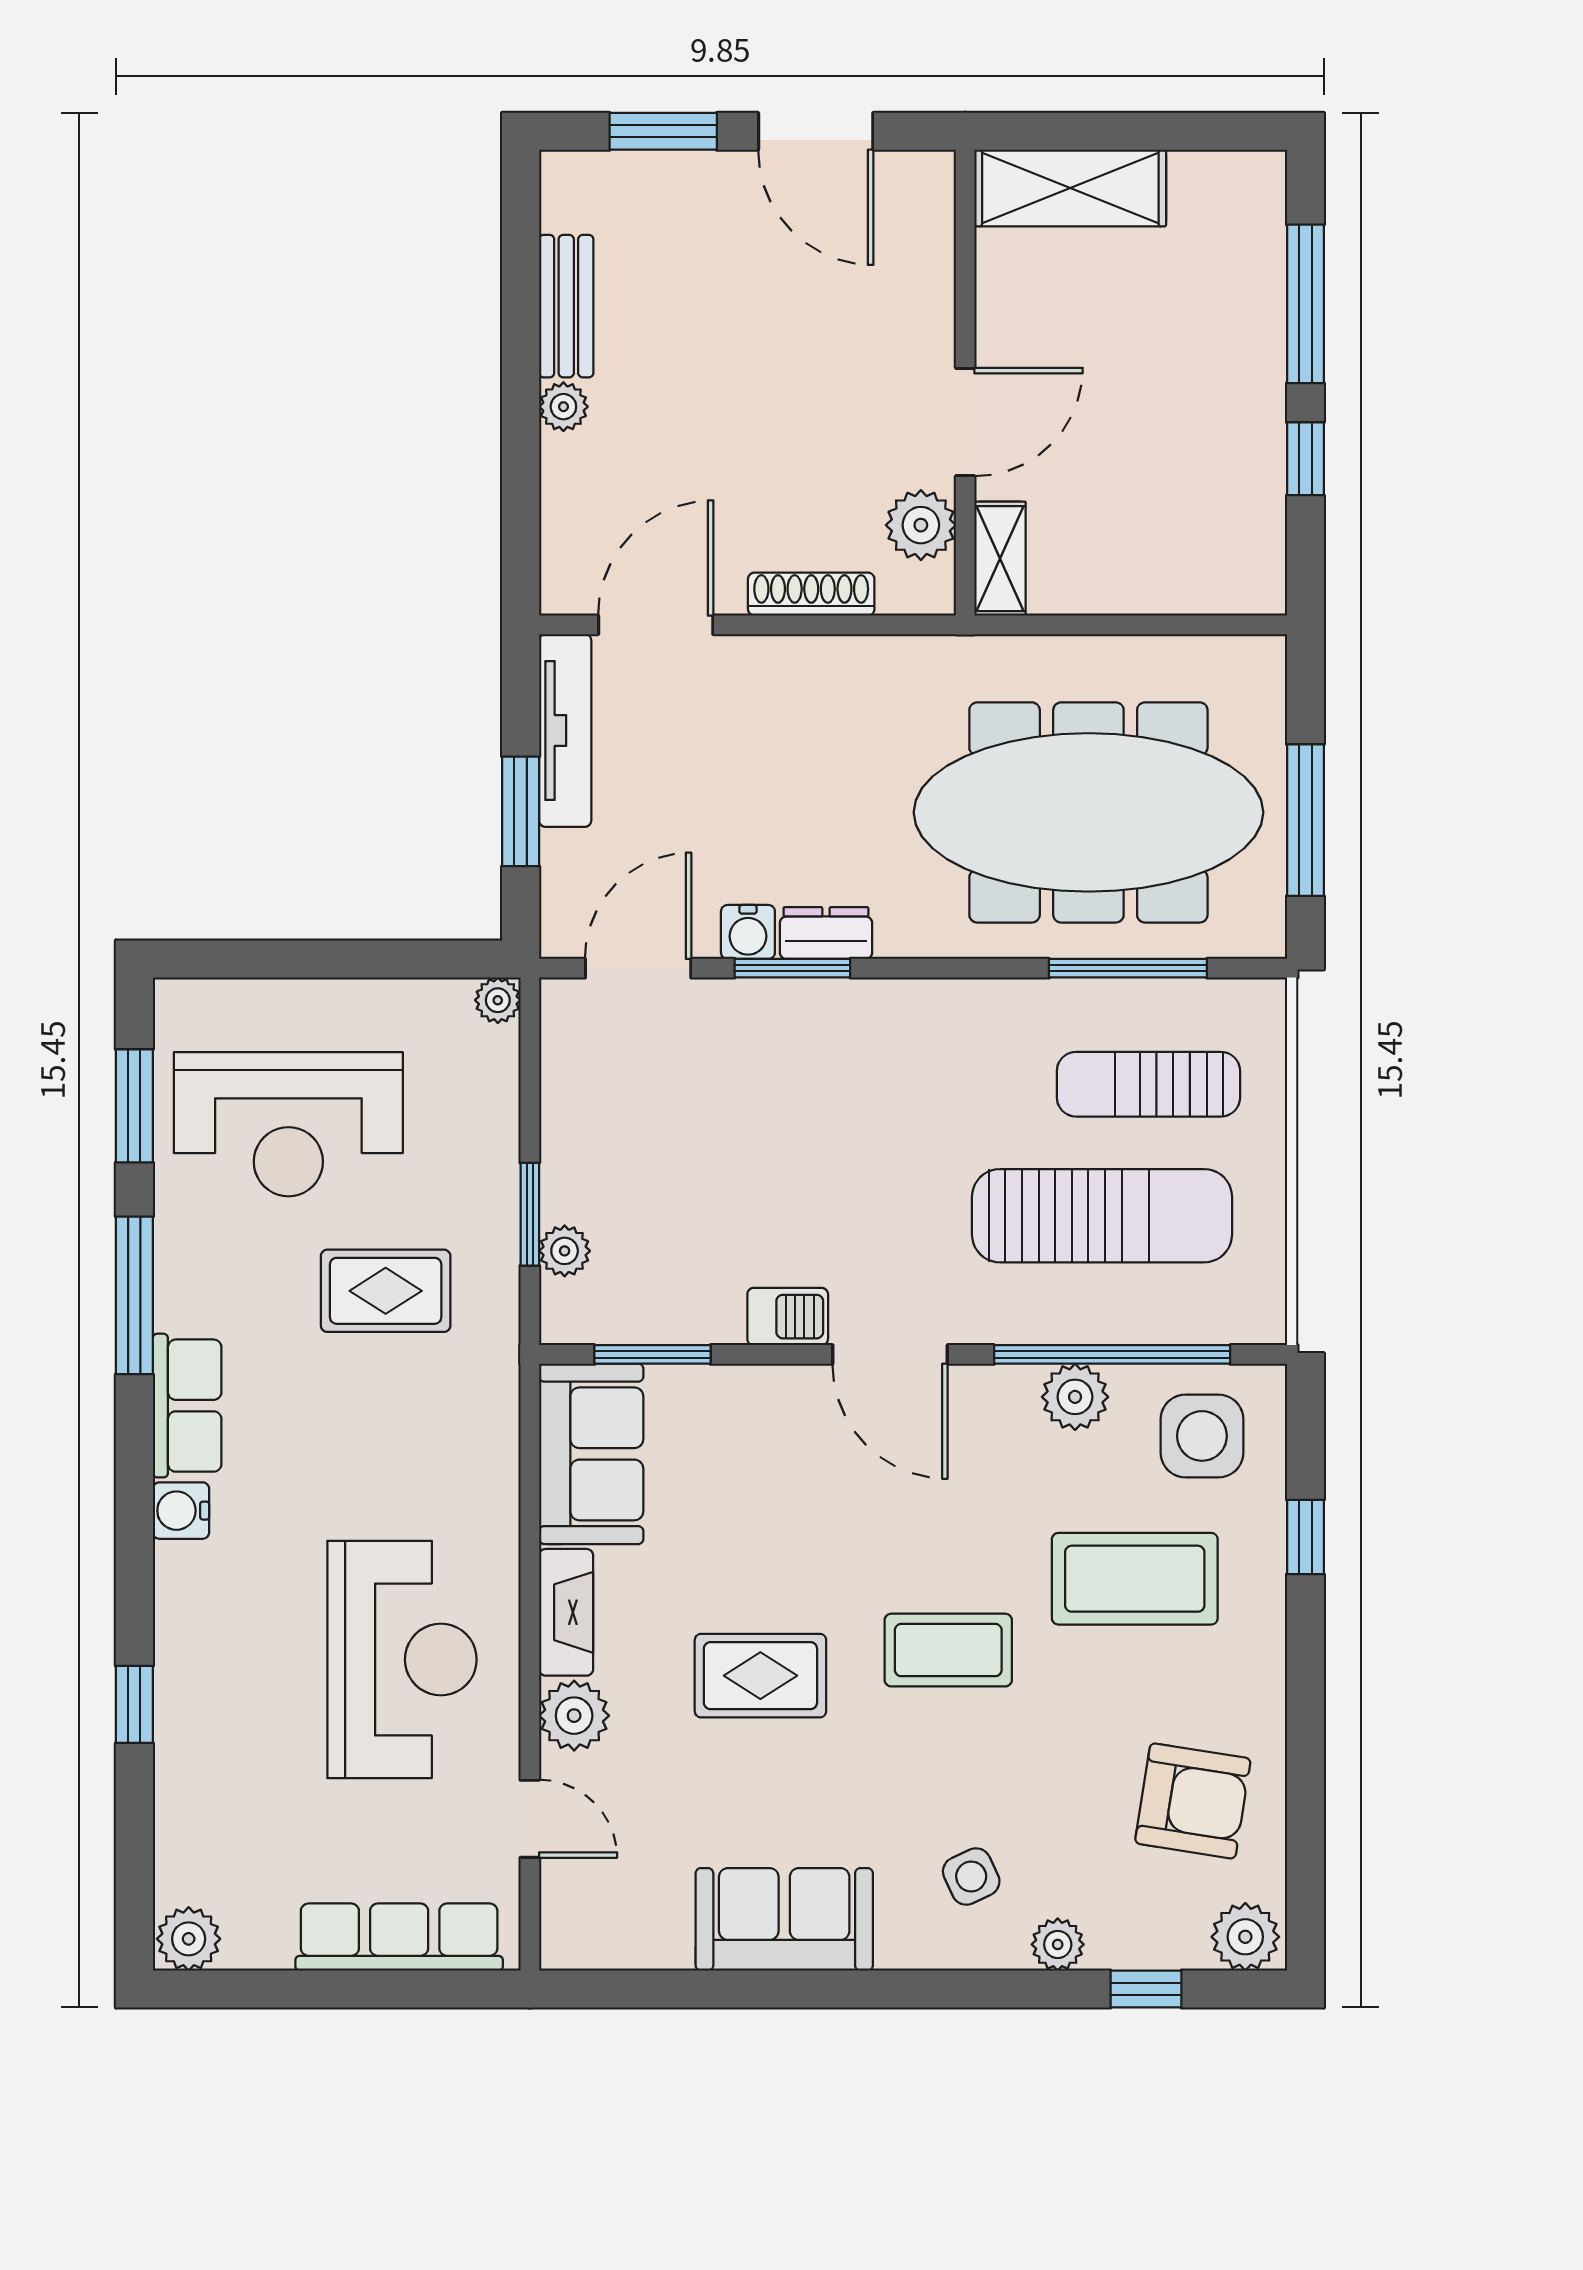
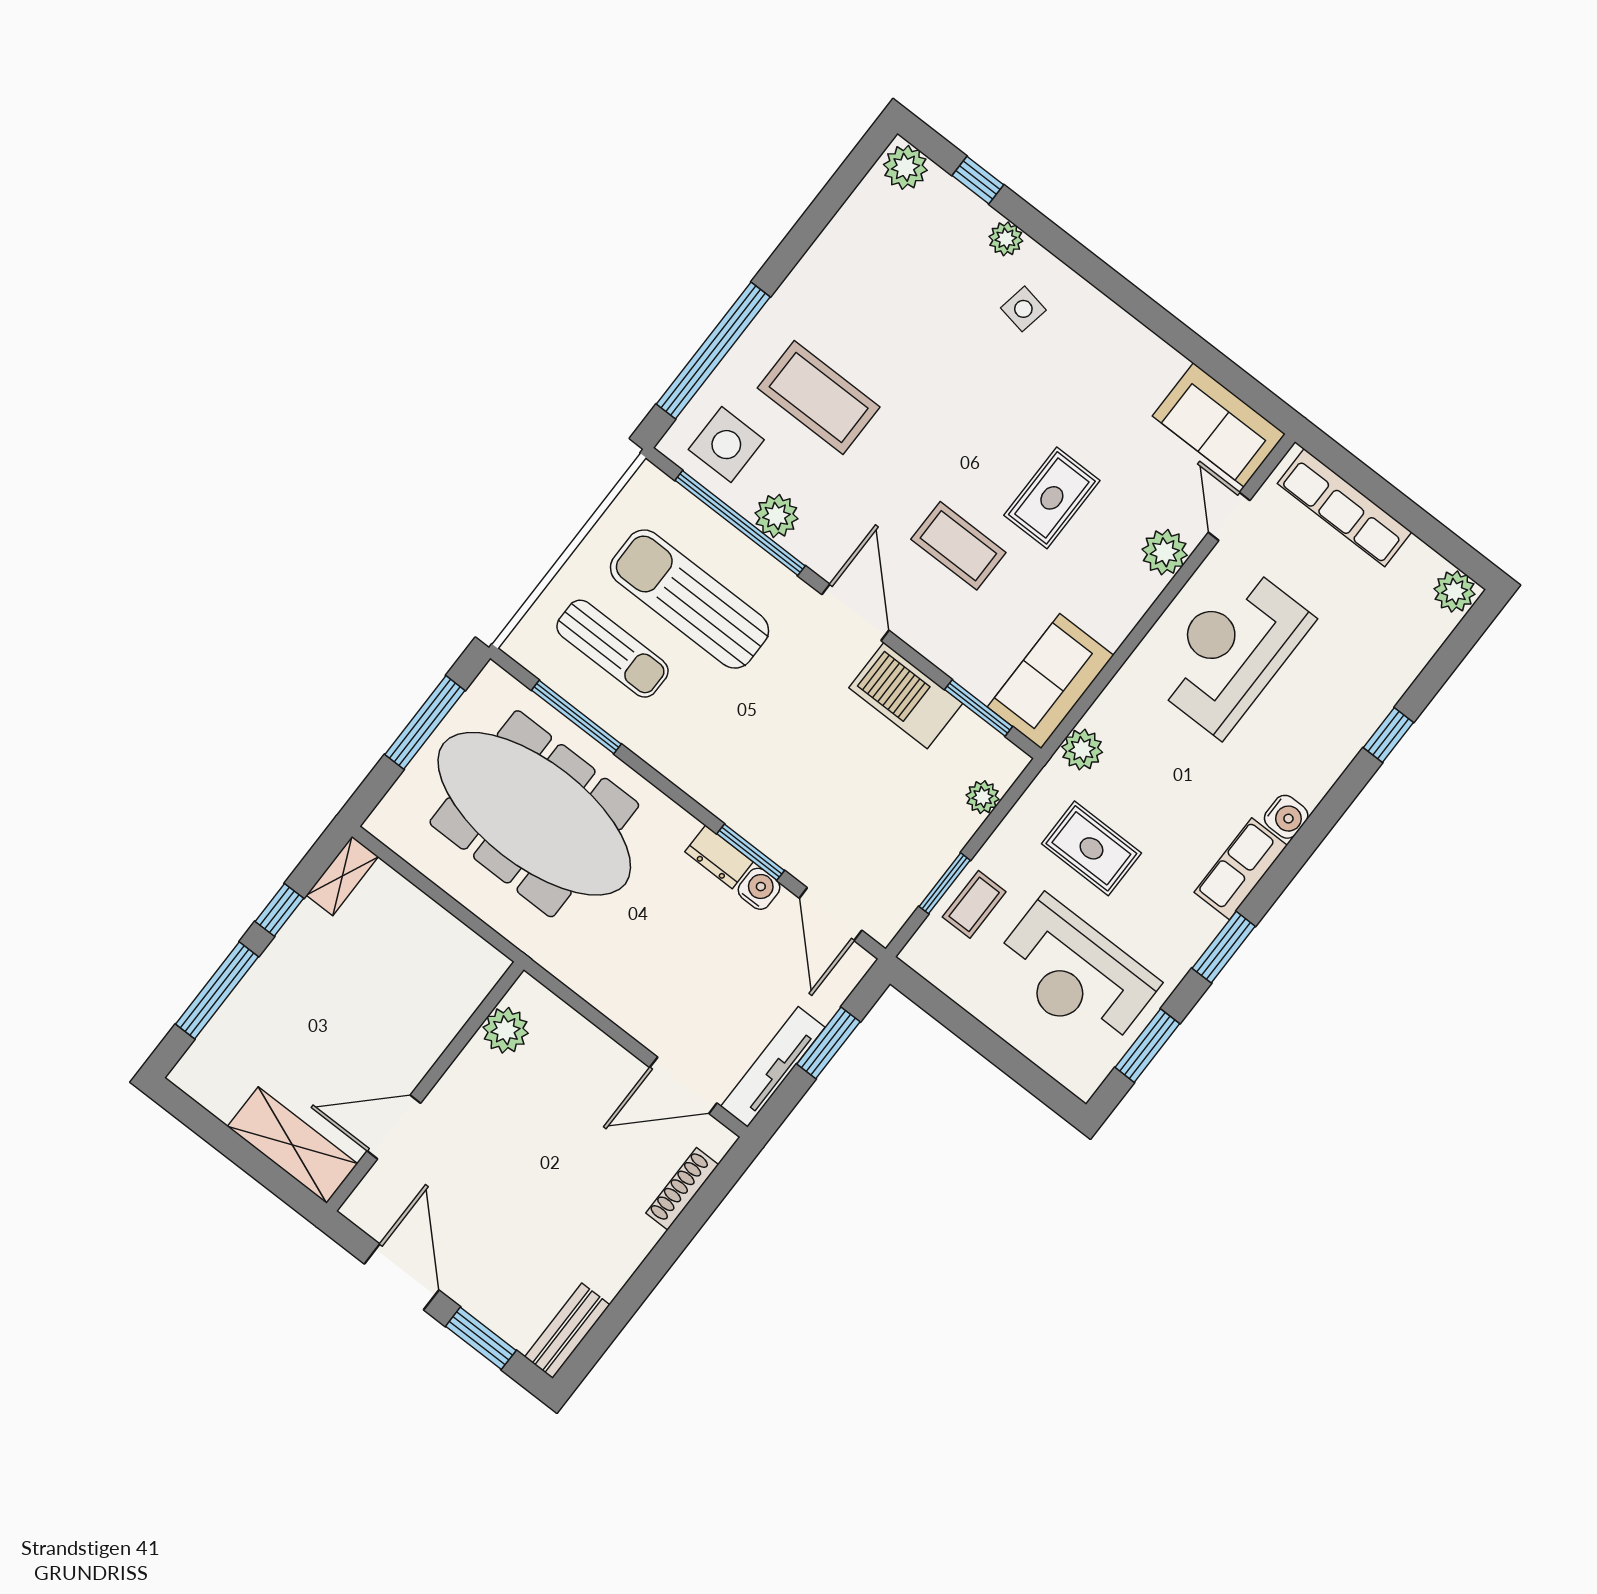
bench: (566, 306) -> (567, 1331), moved
plant: (563, 407) -> (643, 1236), removed
door: (965, 422) -> (394, 1127), moved
shelving: (1000, 559) -> (342, 876), moved
shoe rack: (811, 594) -> (682, 1189), moved, turned 90
door: (638, 968) -> (831, 914), hinge flipped
plant: (498, 1000) -> (1082, 750), moved, width x1.38, depth x1.38
coffee table: (475, 1114) -> (974, 904), added
reception desk: (288, 1124) -> (1075, 974), turned 180
window: (530, 1214) -> (945, 883), moved
window: (134, 1295) -> (1224, 947), width x0.69
barbecue: (788, 1317) -> (906, 696), width x1.88, depth x1.53
window: (1305, 1537) -> (713, 351), width x3.17
fireplace: (566, 1612) -> (1127, 609), removed
coffee table: (948, 1650) -> (958, 546), moved
rug: (760, 1676) -> (1052, 498), turned 90
armchair: (1193, 1801) -> (878, 259), removed
side table: (971, 1876) -> (1023, 309), turned 35
sofa: (784, 1919) -> (1219, 425), moved

